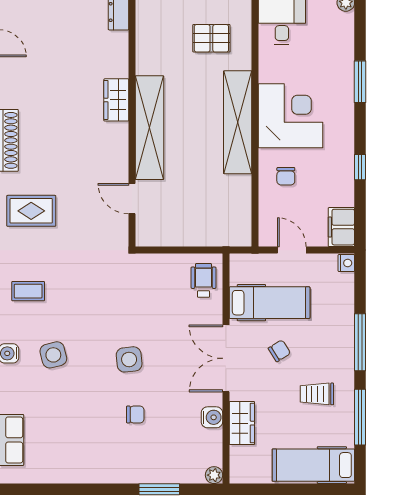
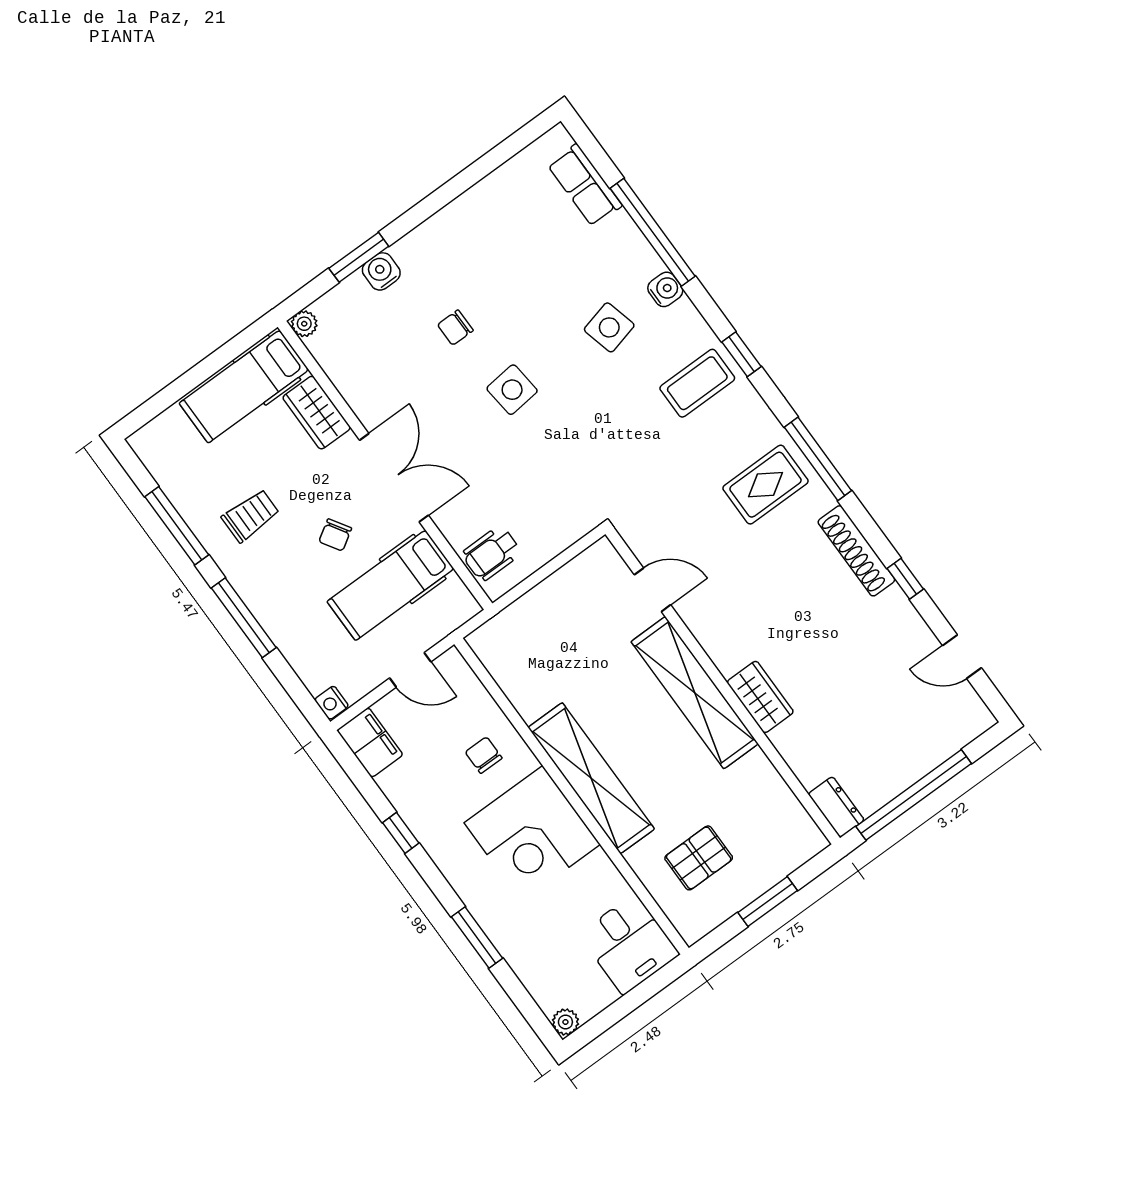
wheelchair: (203, 280) -> (491, 553), turned 90
coffee table: (28, 291) -> (697, 383), width x1.36, depth x1.30
water cooler: (212, 417) -> (381, 271), moved, turned 90
hospital bed: (313, 465) -> (244, 386), moved, turned 180

